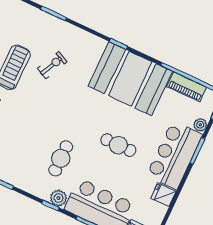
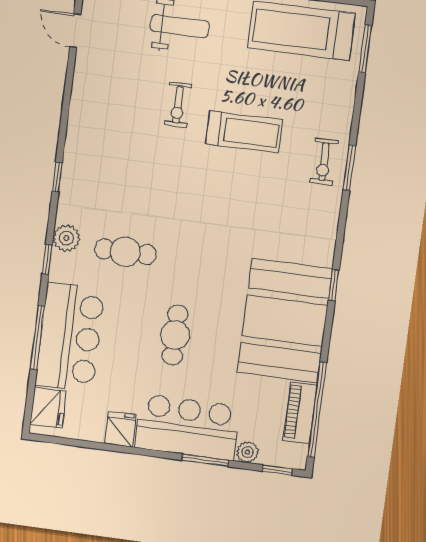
exercise bike: (52, 65) -> (324, 162), moved, turned 64
plant: (58, 198) -> (66, 238), moved

